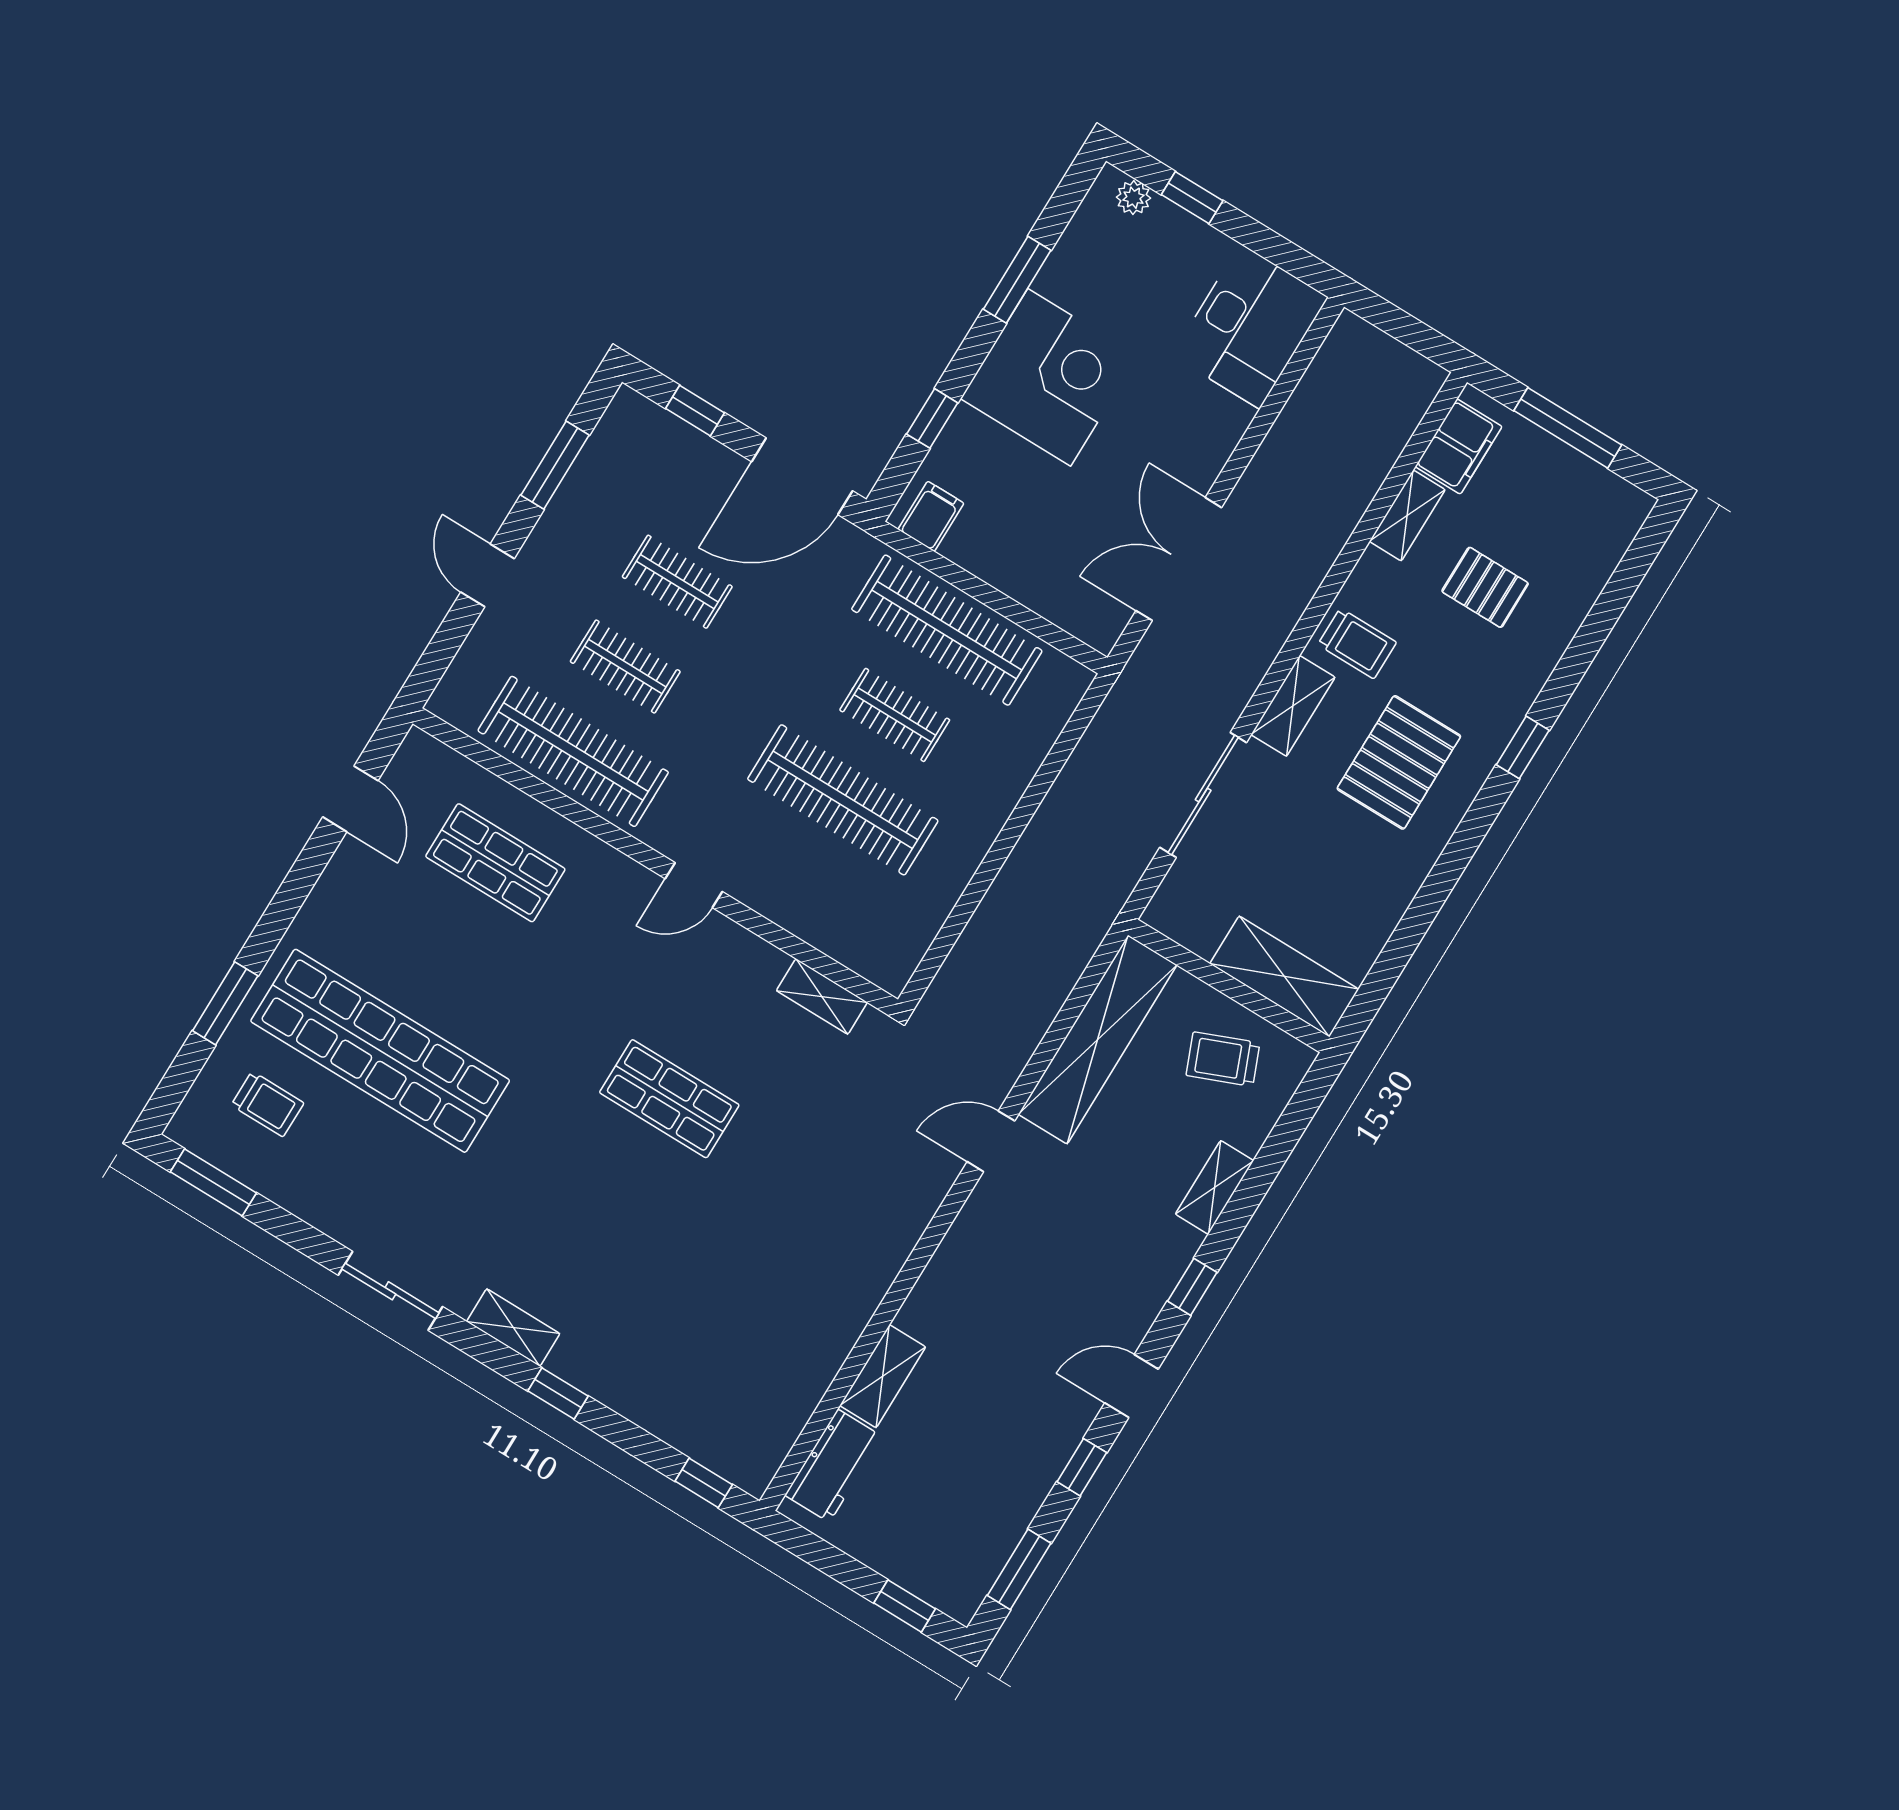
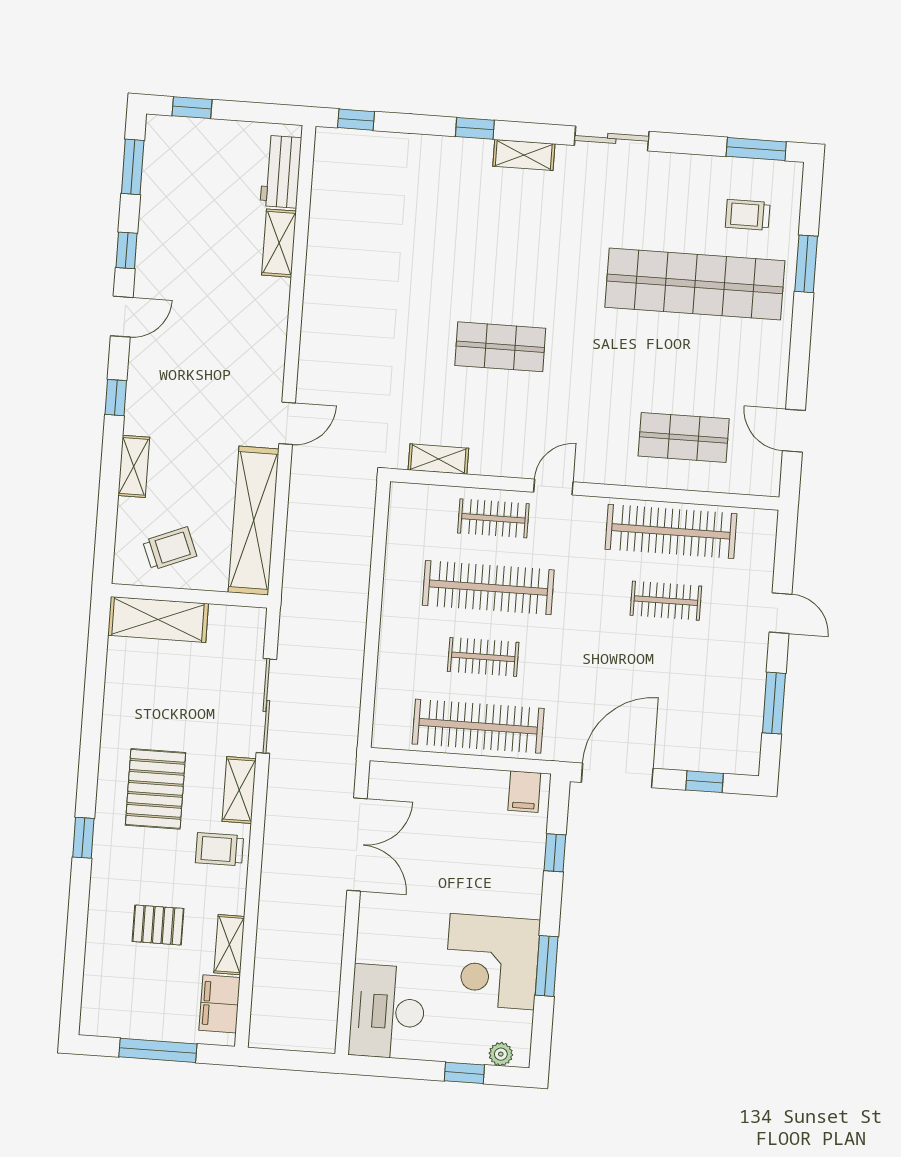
corner desk: (1049, 377) -> (492, 962), moved
clothes rail: (677, 582) -> (493, 518), moved

